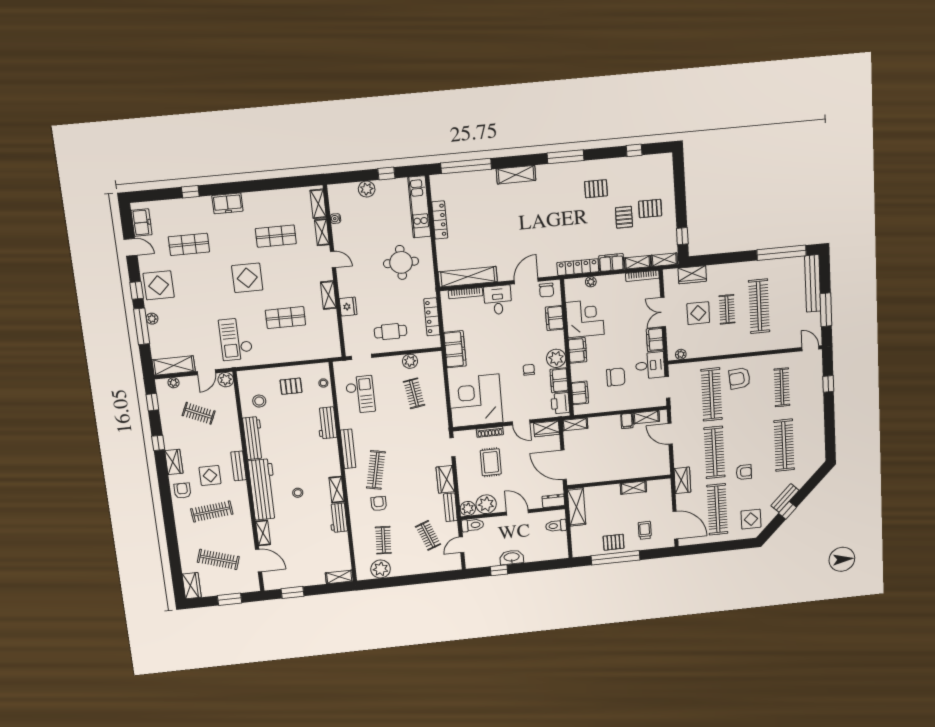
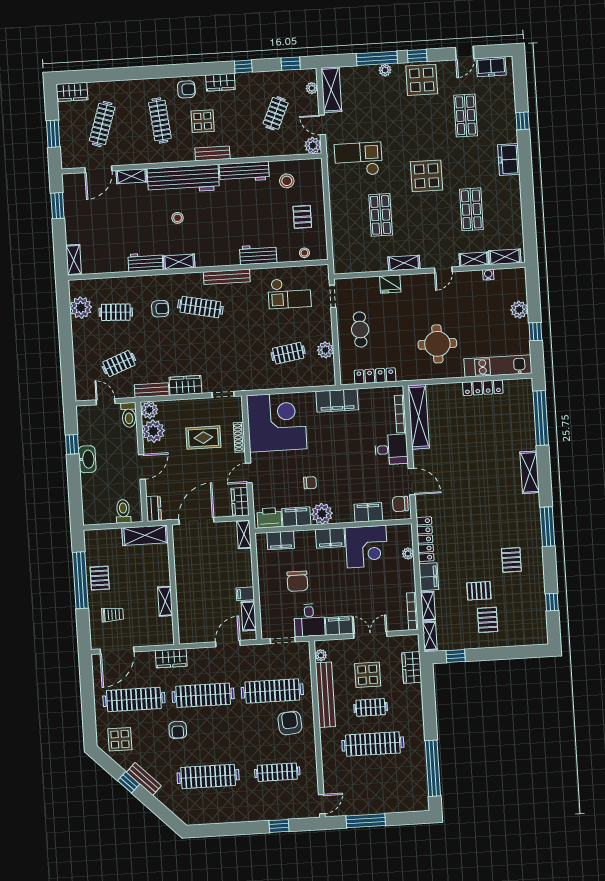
bench: (813, 283) -> (325, 695), moved, turned 90

